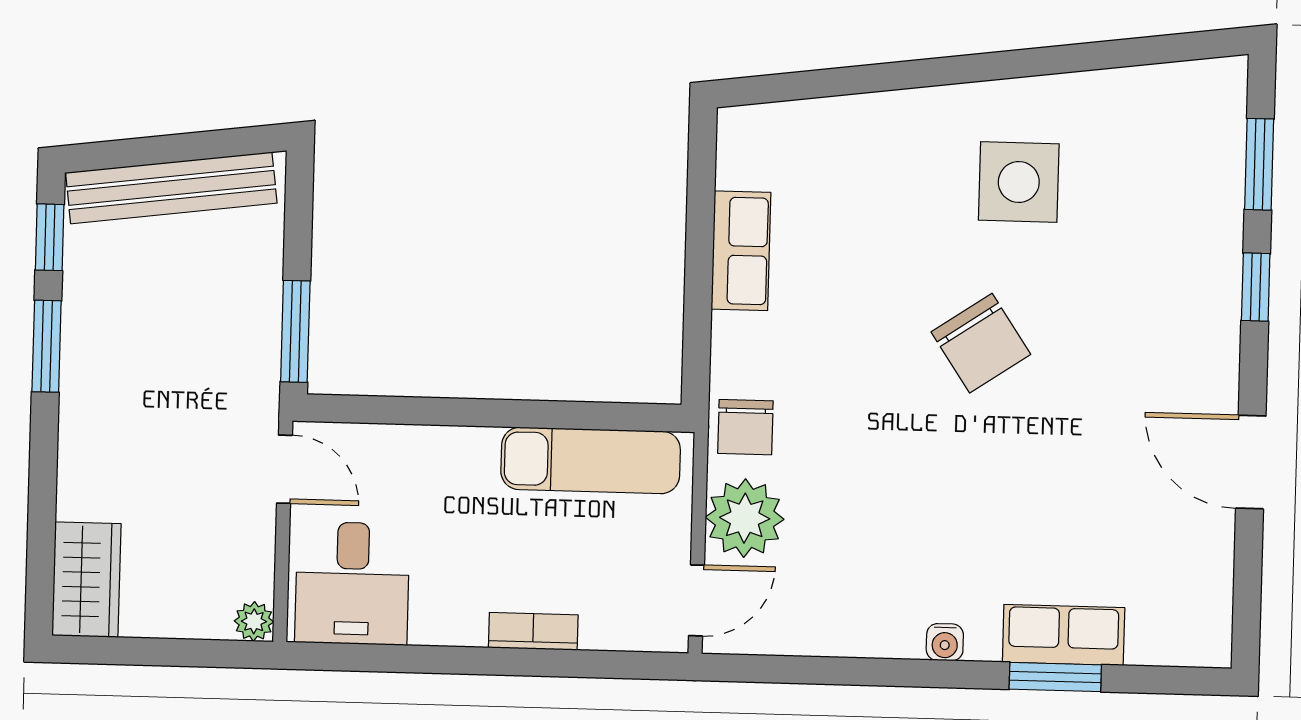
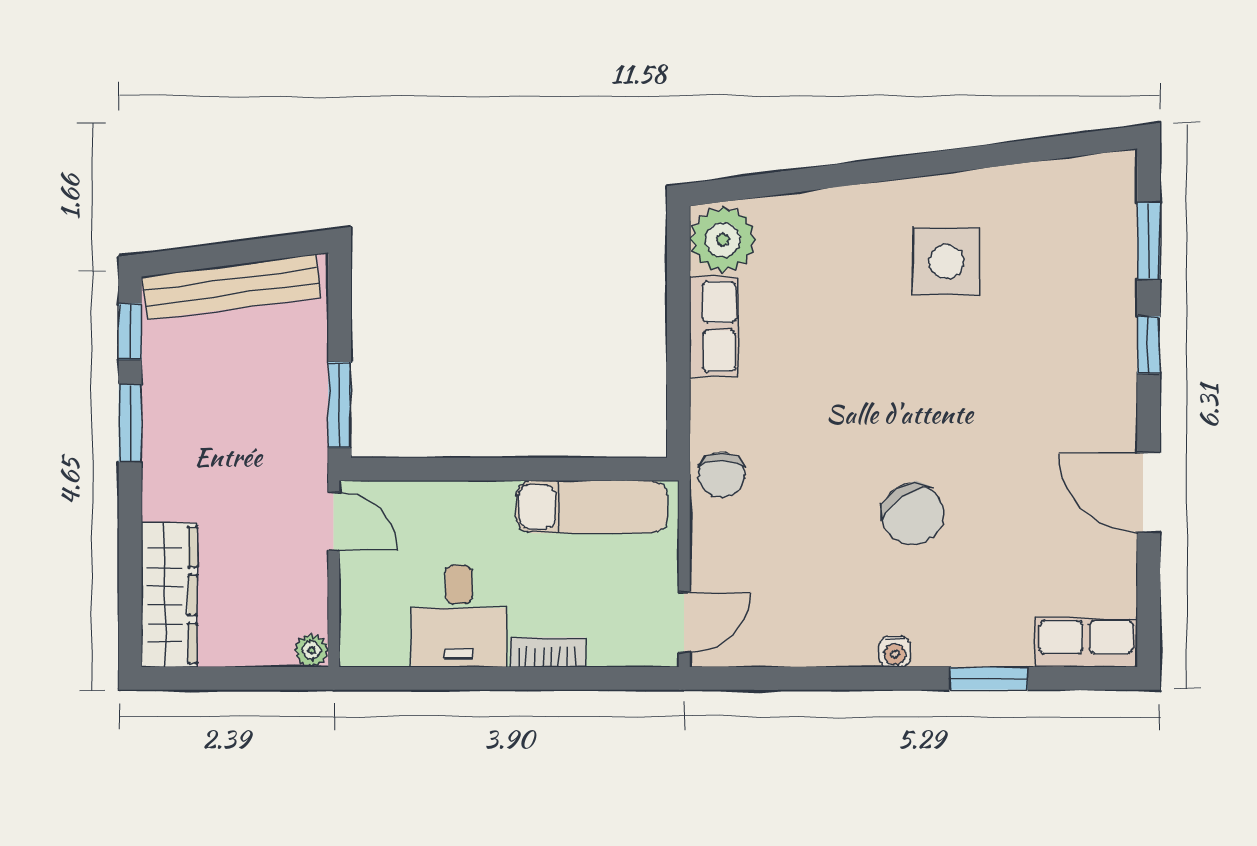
chair: (981, 343) -> (913, 514), moved
plant: (745, 518) -> (723, 240), moved
wardrobe: (86, 580) -> (169, 595), width x1.50
desk: (352, 583) -> (459, 616), moved
row of seats: (1064, 635) -> (1086, 643), moved

